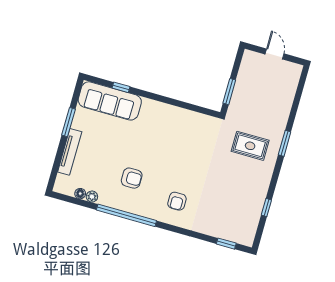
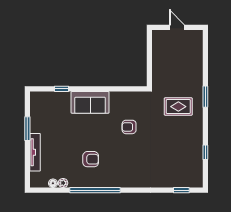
window: (229, 92) -> (149, 68), removed
sofa: (110, 101) -> (90, 102), moved, width x0.73
armchair: (177, 201) -> (129, 127), moved, turned 90

